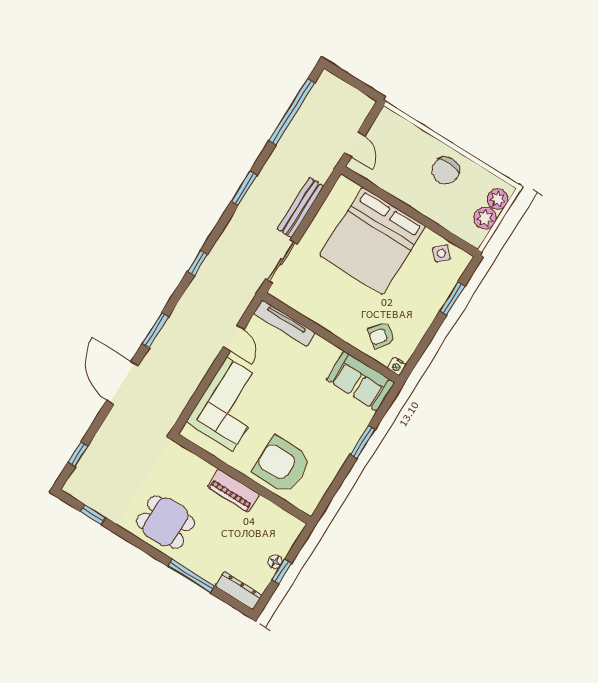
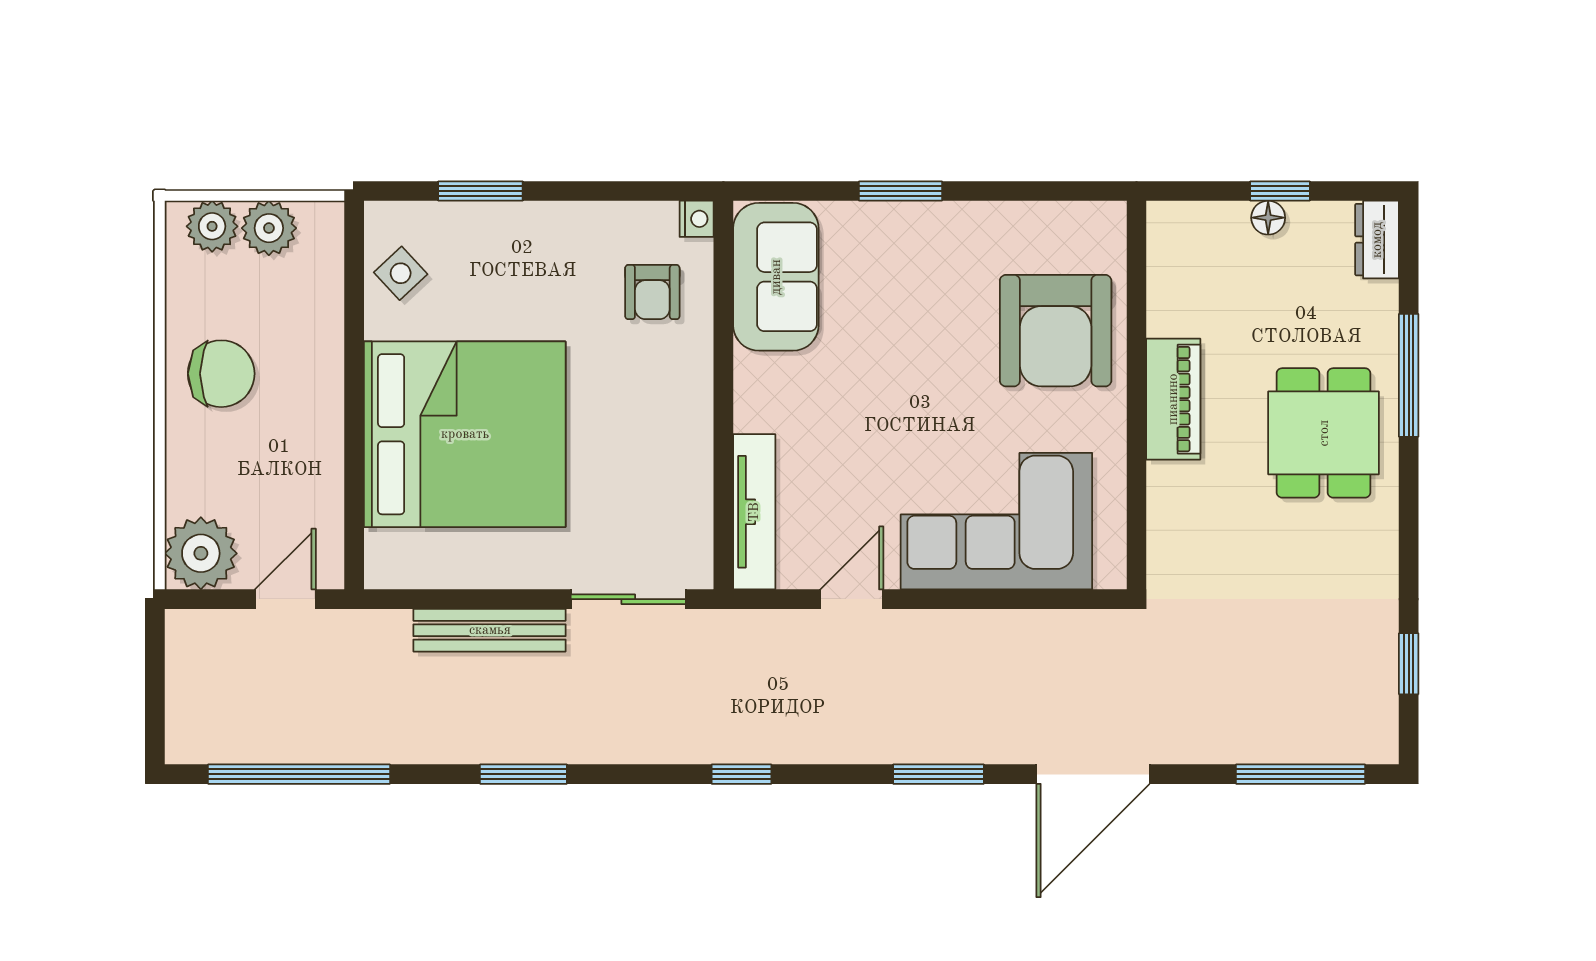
plant: (388, 125) -> (201, 553), added
armchair: (381, 335) -> (652, 292), turned 53
window: (78, 454) -> (1301, 774), width x2.17
dining table: (166, 522) -> (1324, 433), moved
dresser: (239, 591) -> (1377, 240), width x0.70

